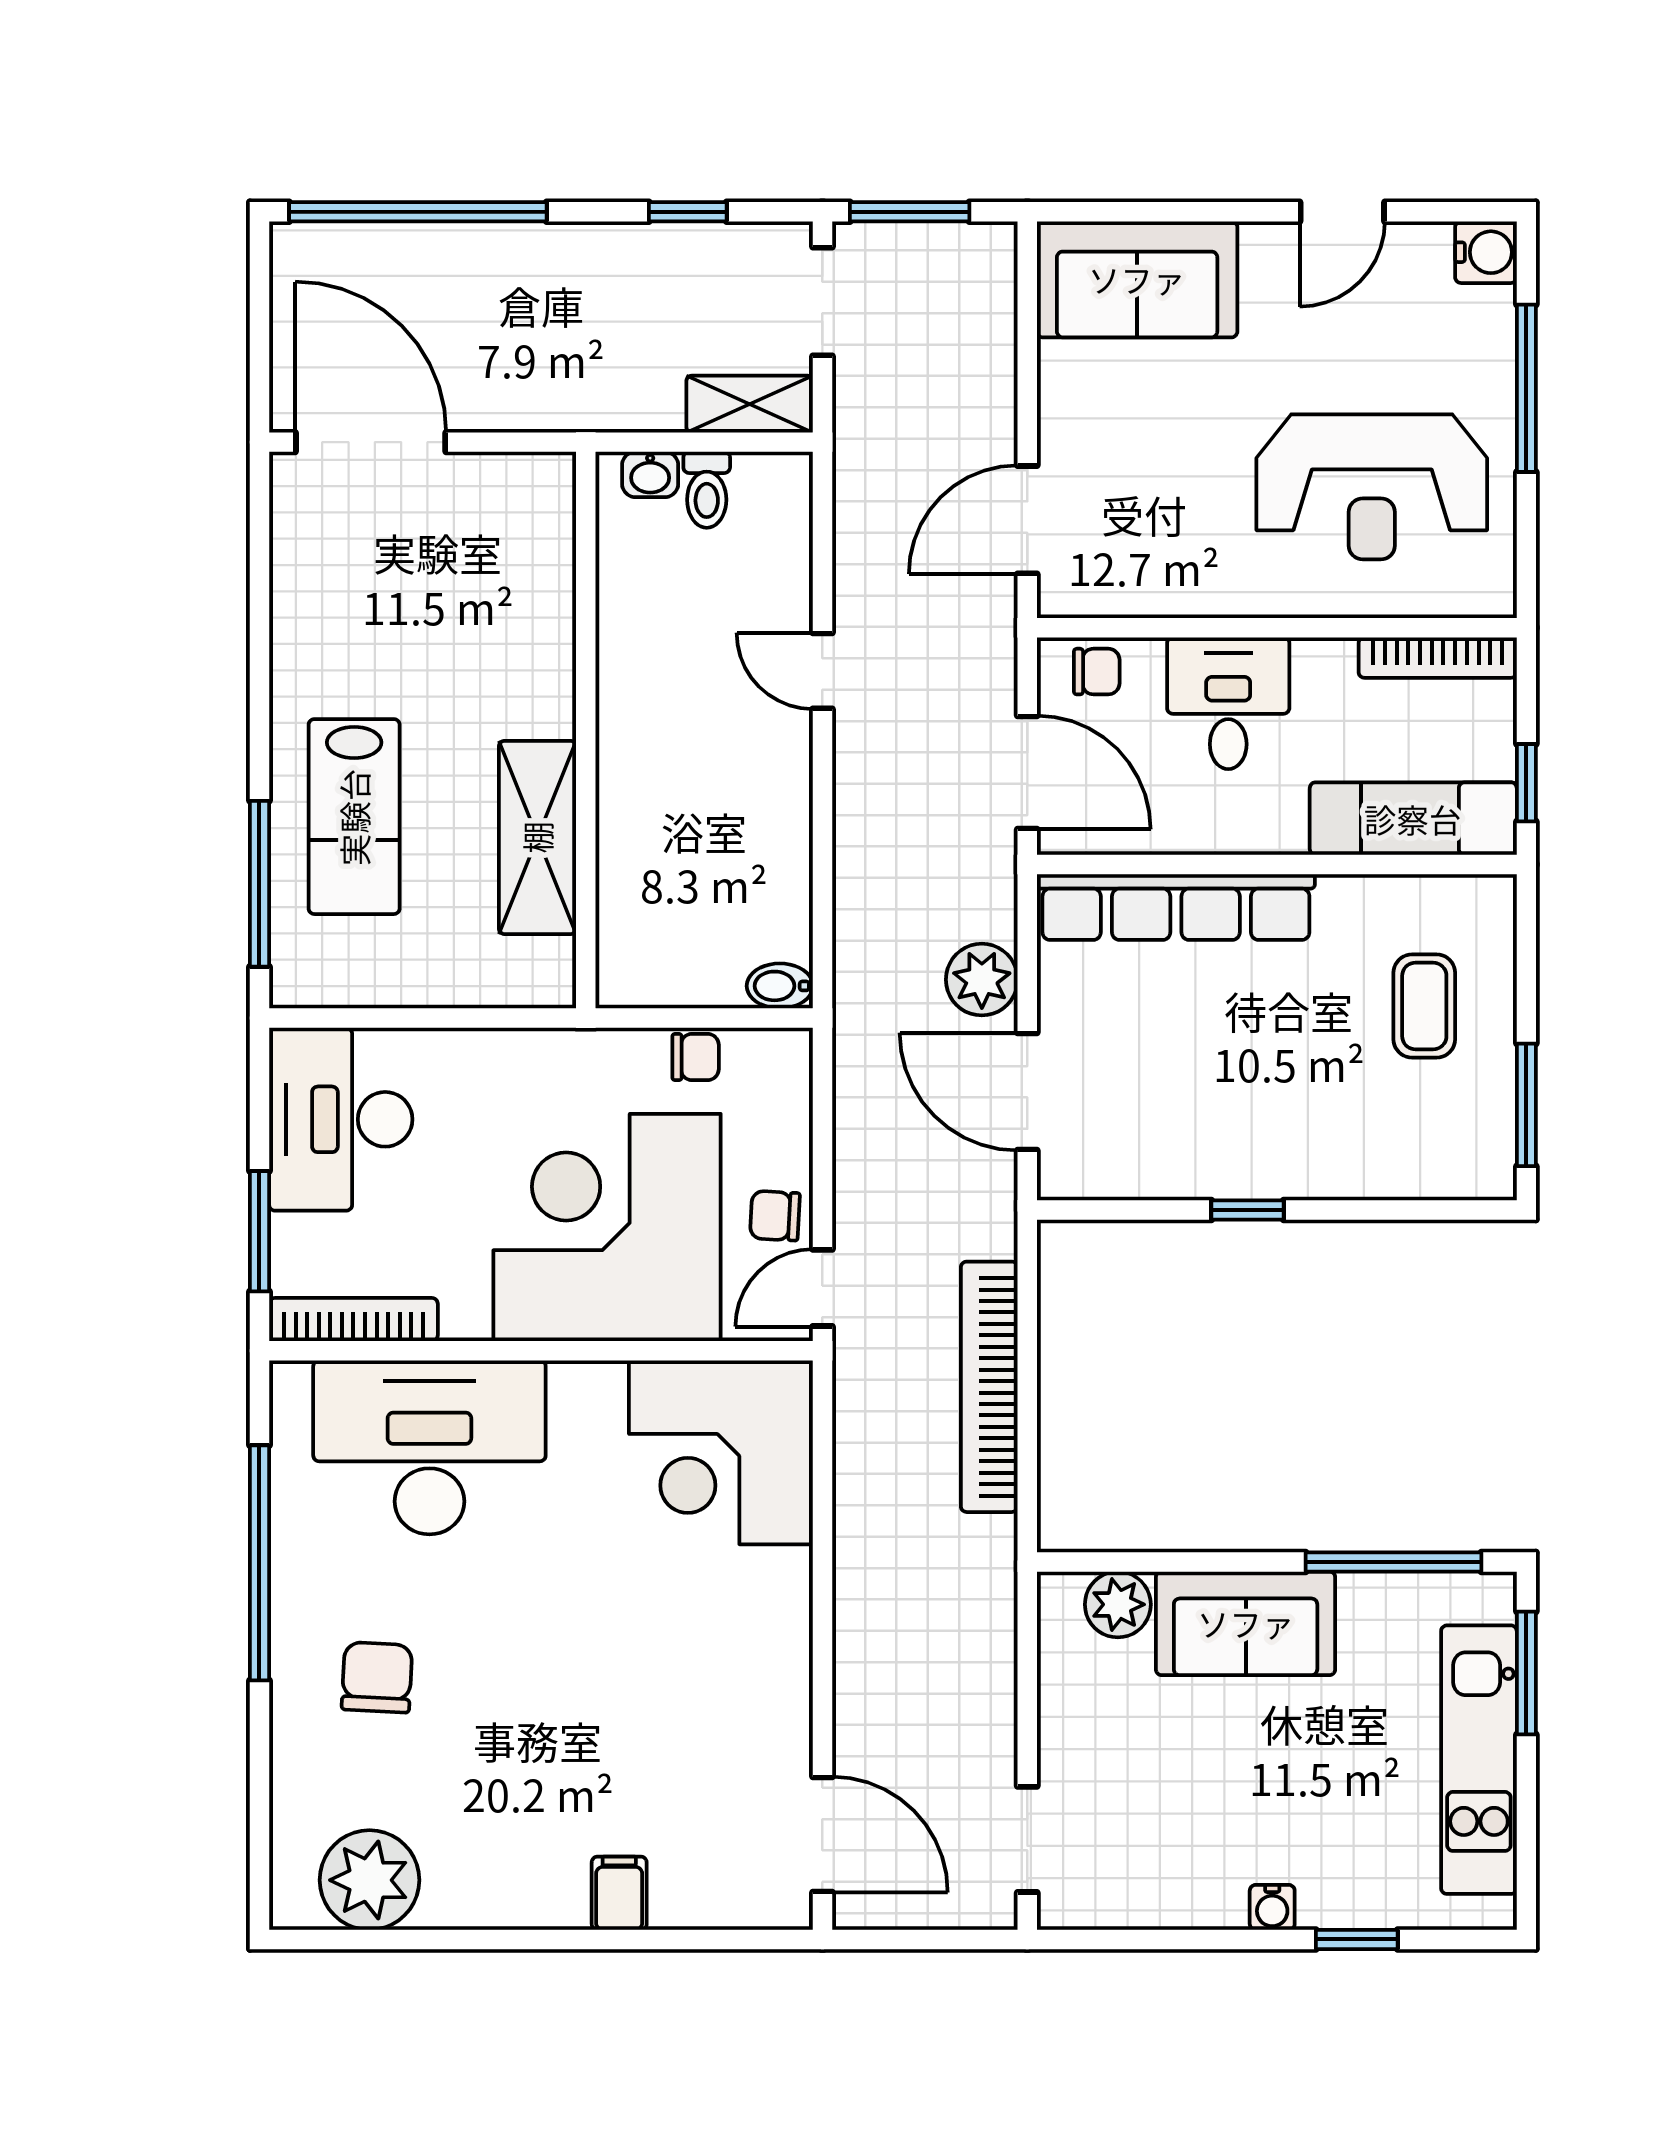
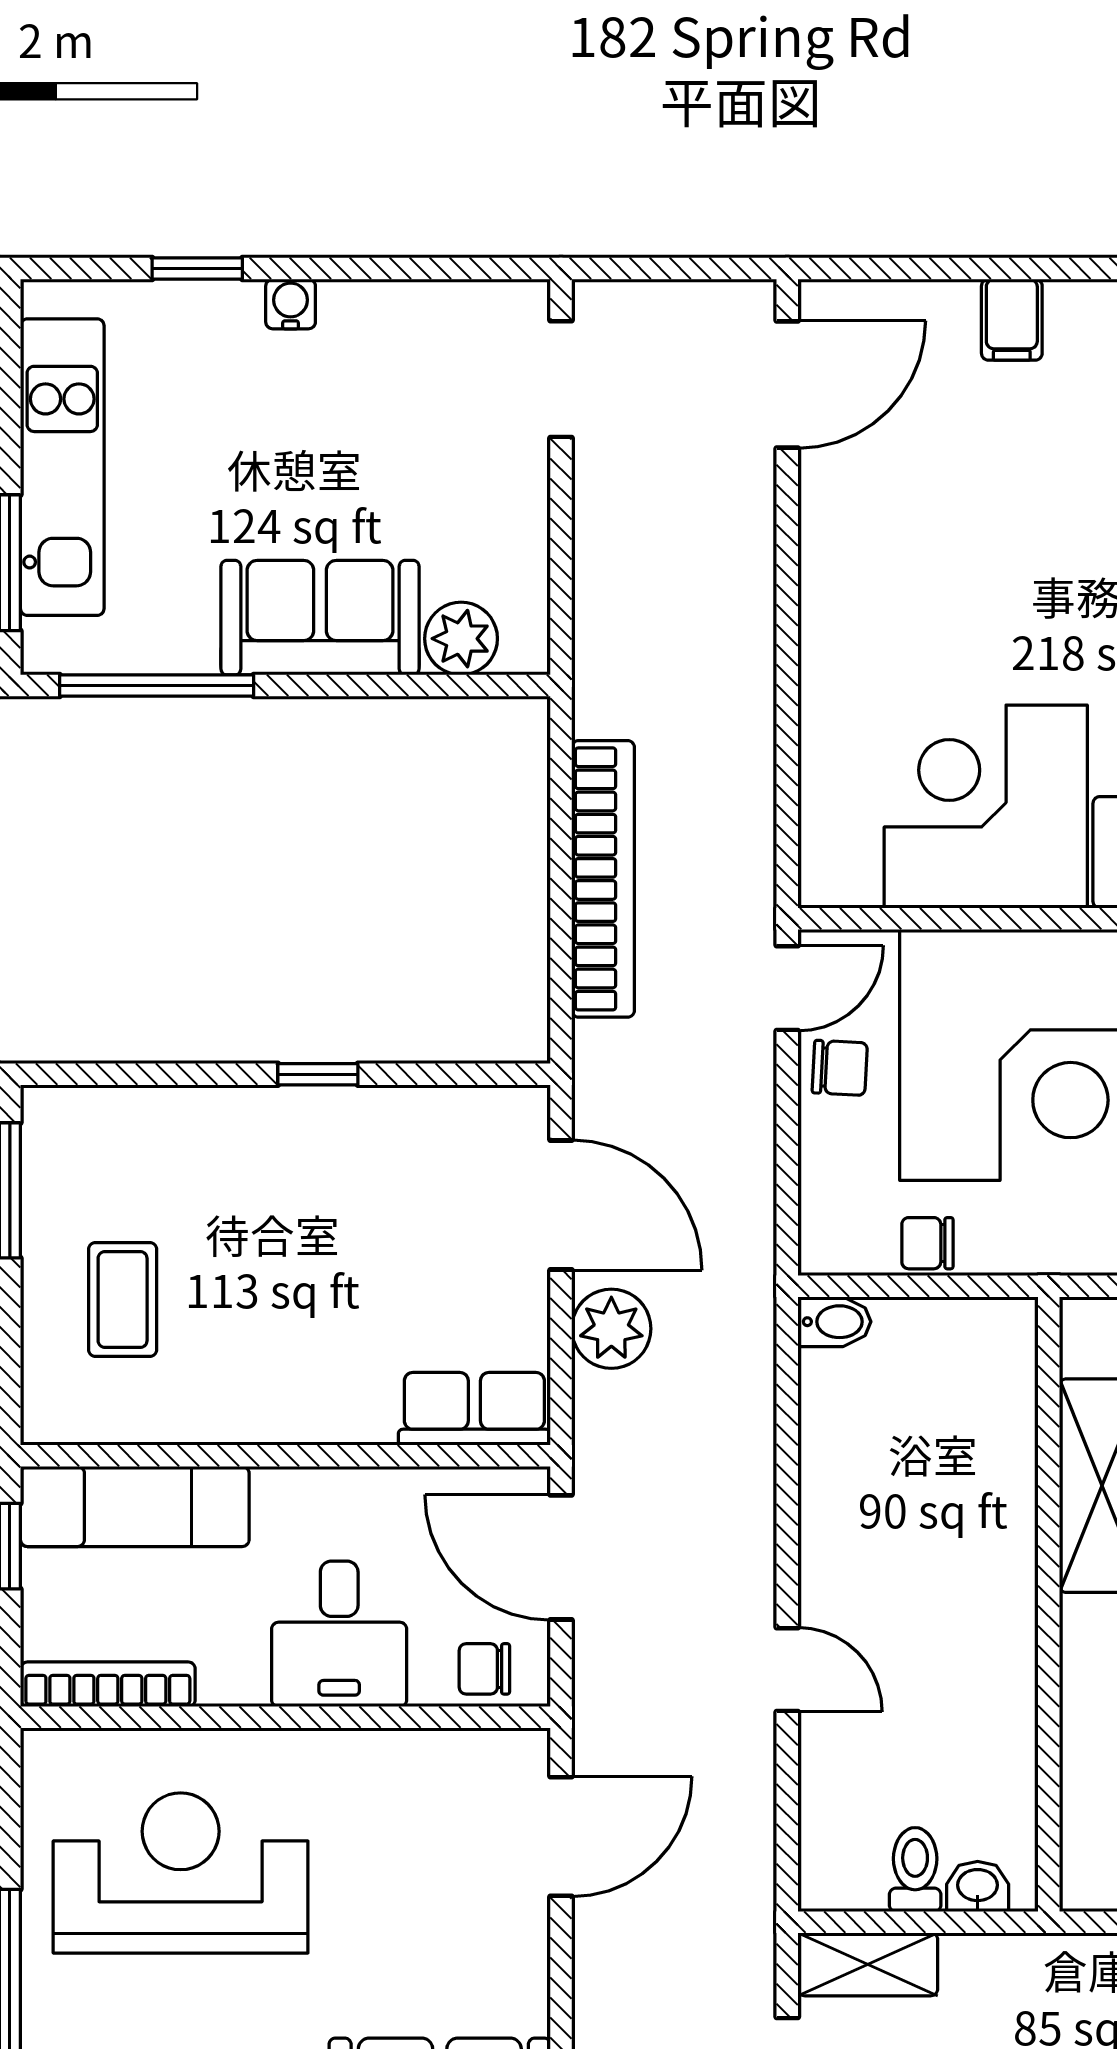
row of seats: (1176, 907) -> (474, 1409), width x0.50
corner desk: (721, 1452) -> (986, 807), moved, turned -90
door: (822, 1835) -> (787, 384), swing flipped

